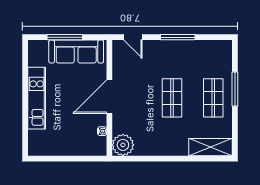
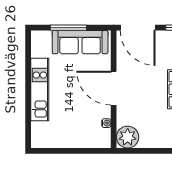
door: (133, 37) -> (138, 28), width x1.88
door: (109, 97) -> (114, 88), hinge flipped

